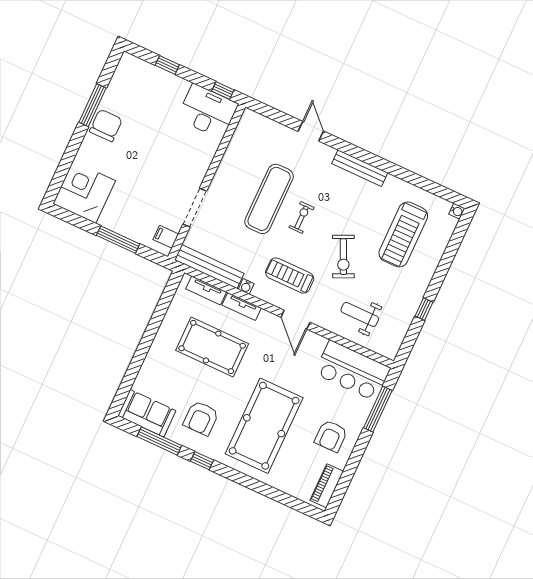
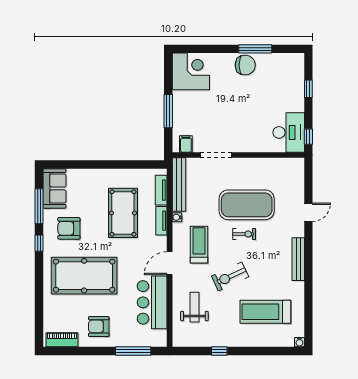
exercise mat: (269, 199) -> (247, 205), width x1.47
bar counter: (352, 371) -> (152, 302), moved

